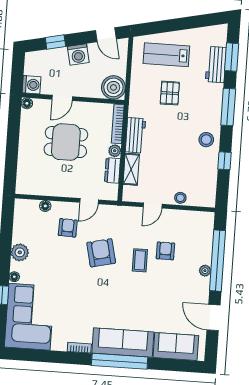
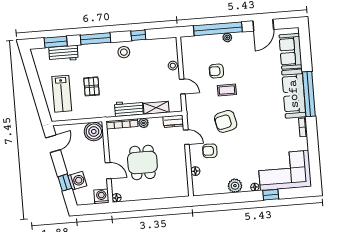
washing machine: (78, 54) -> (77, 181), moved
pallet: (170, 93) -> (92, 86), turned 90
dresser: (112, 170) -> (173, 121), moved

